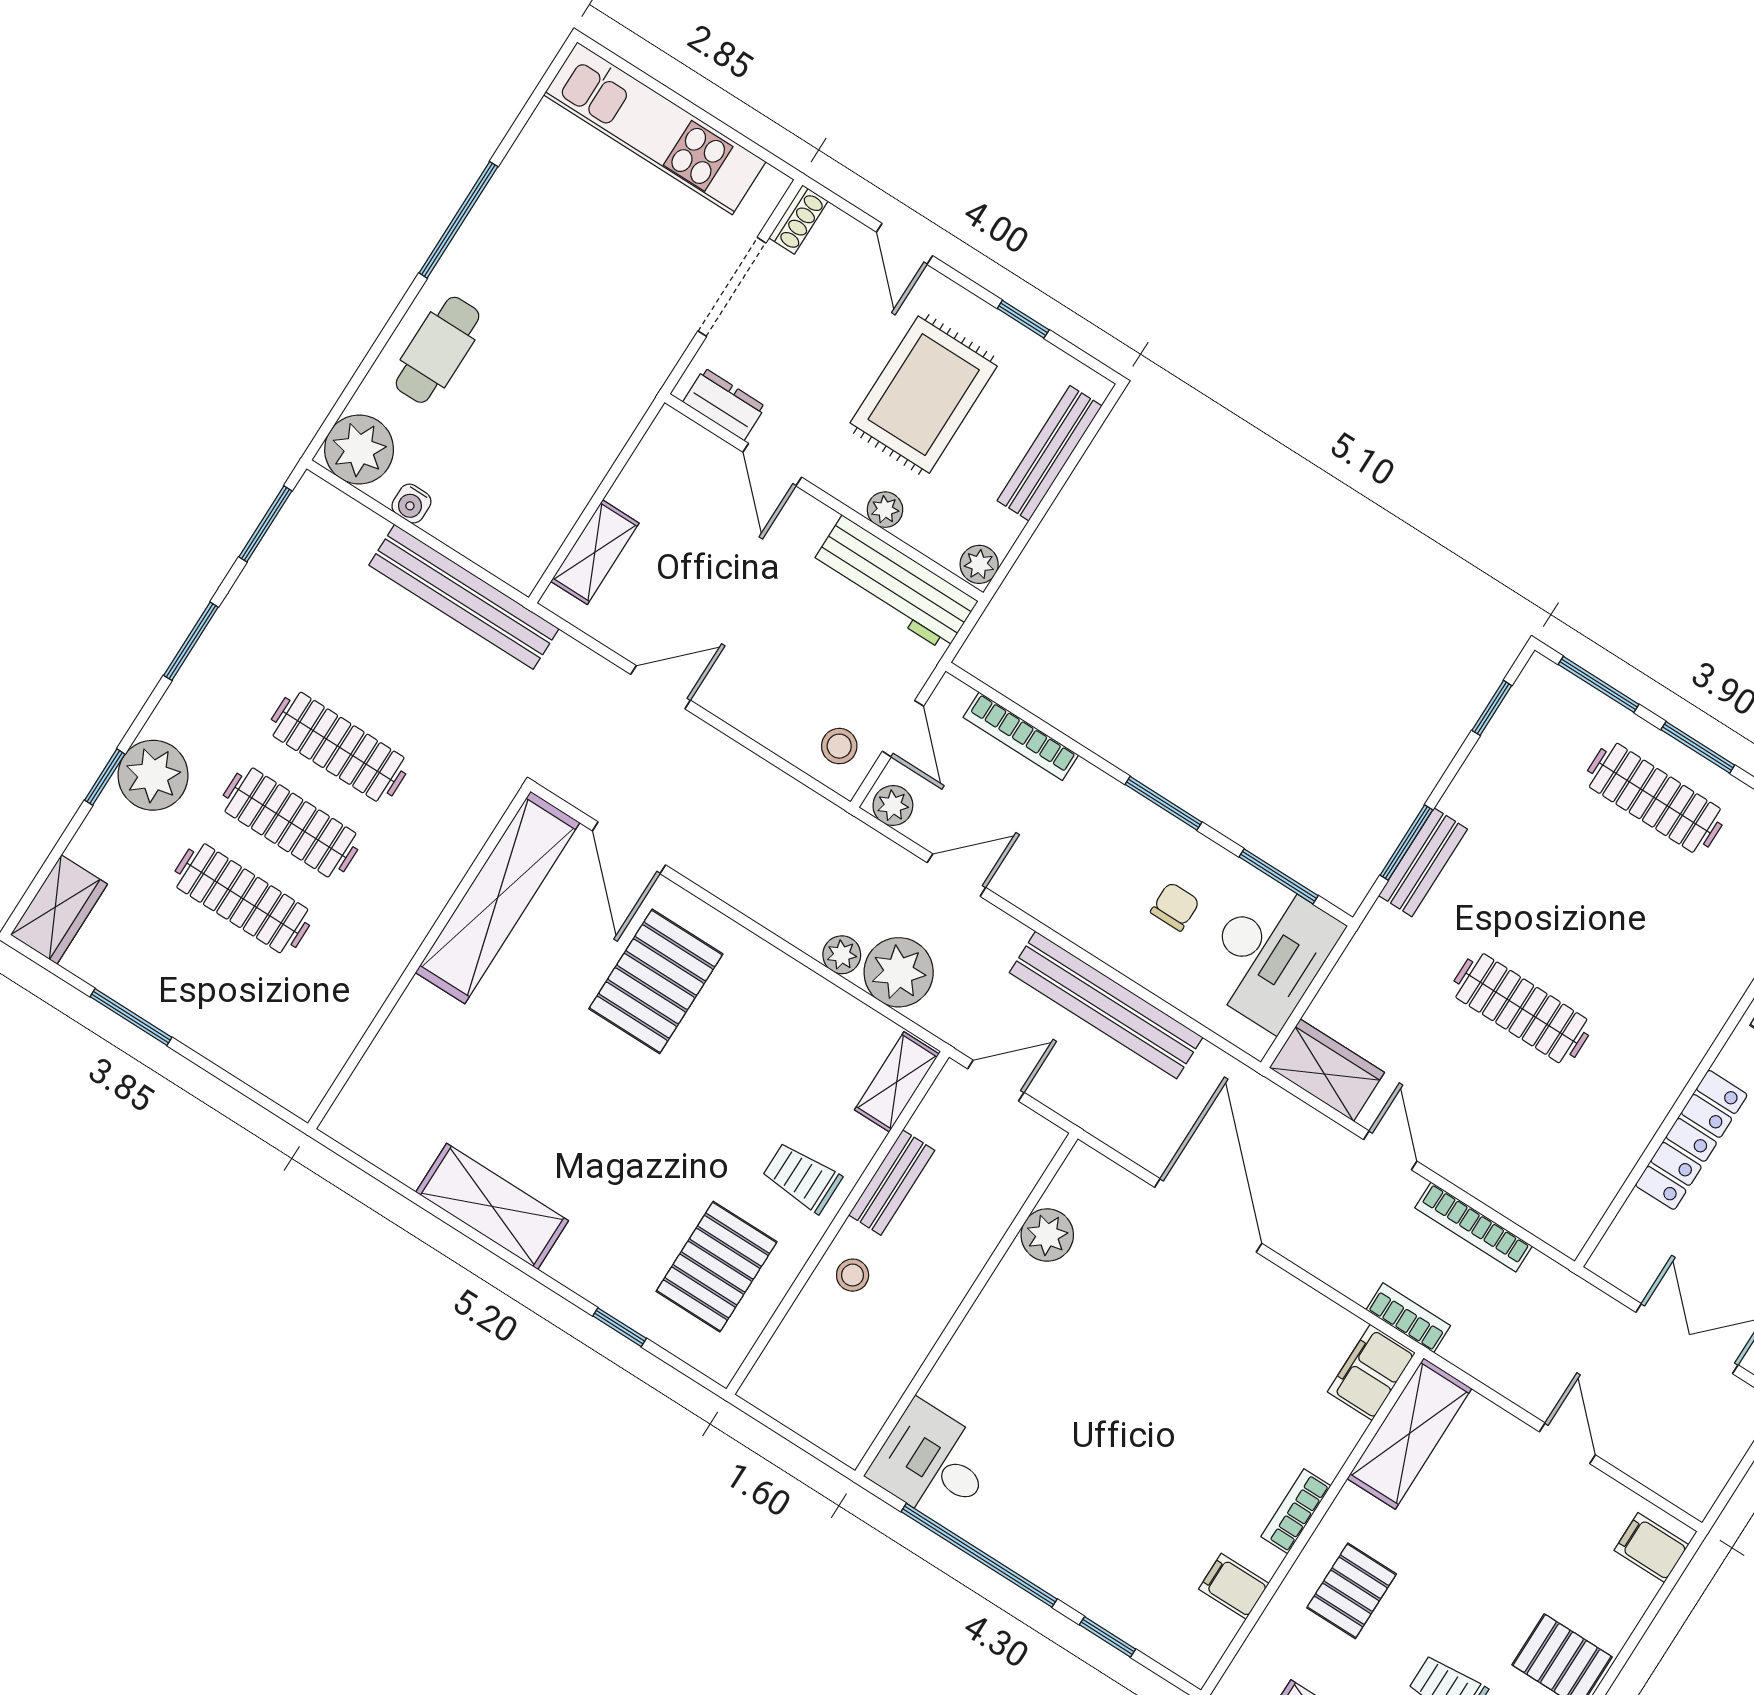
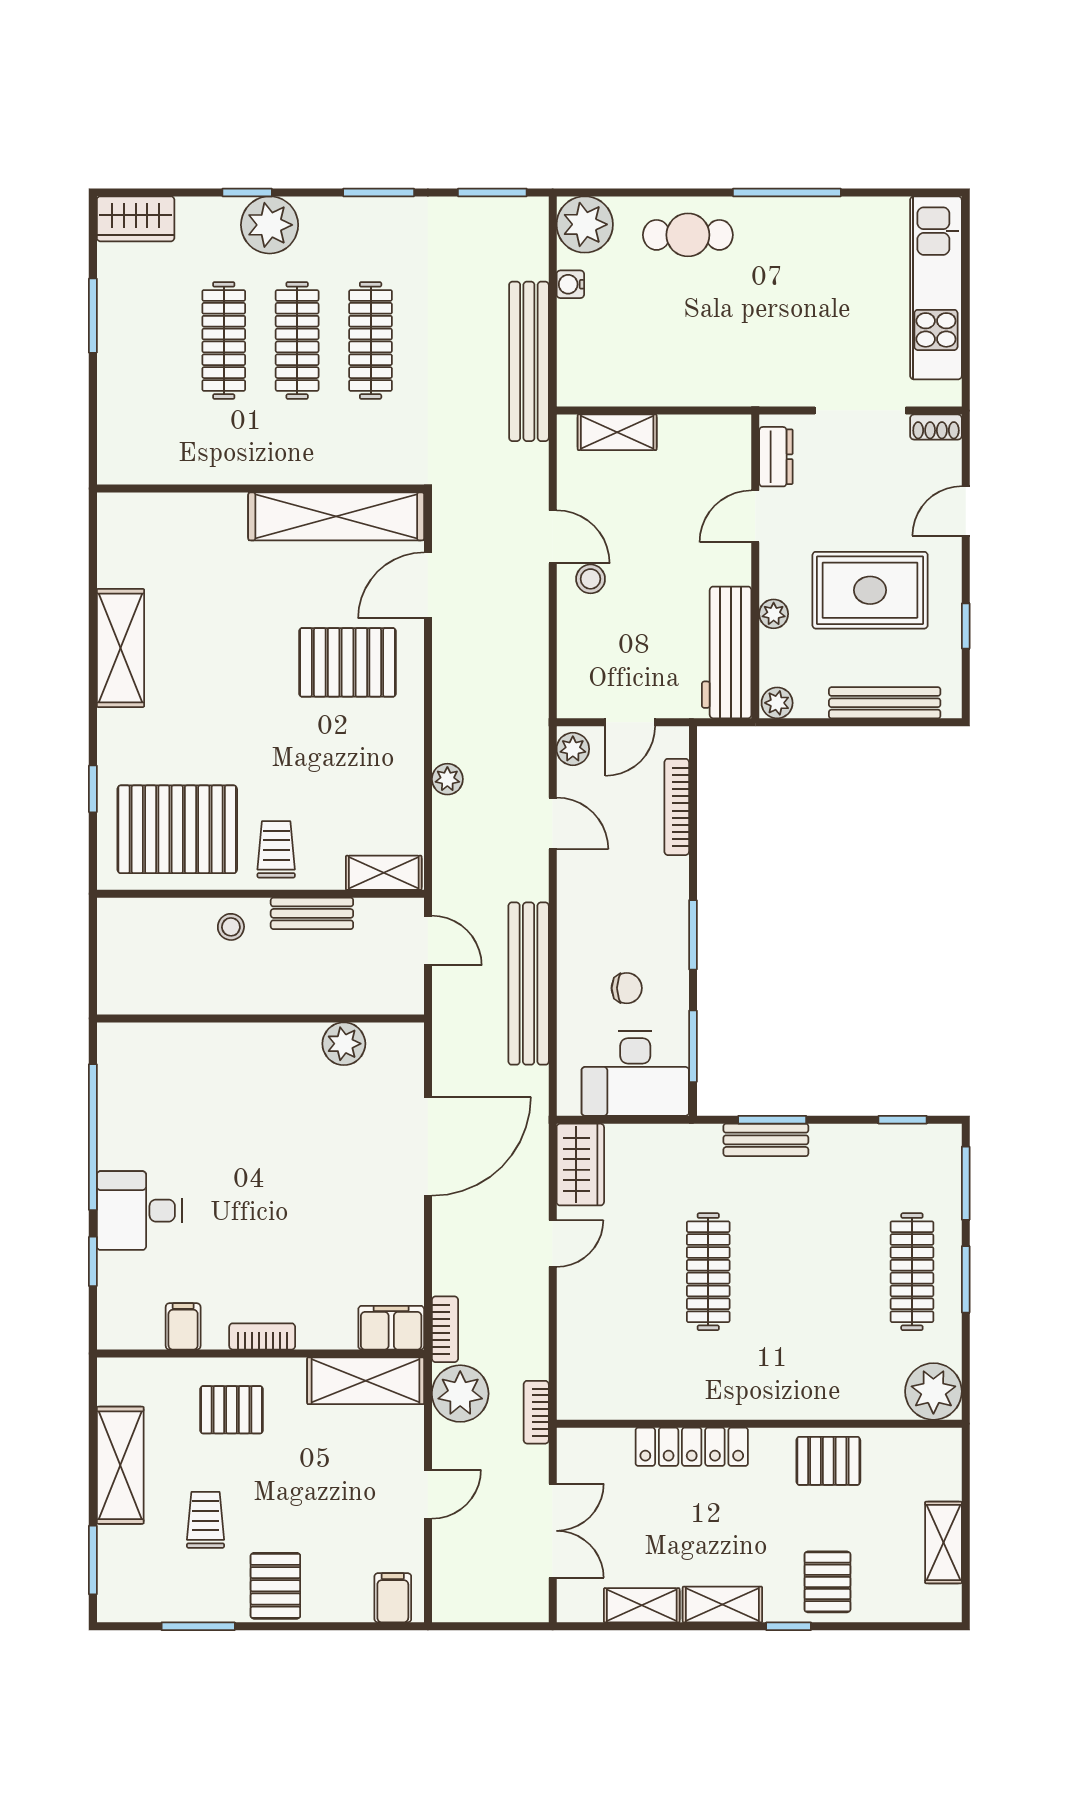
stool: (839, 746) -> (591, 579), moved
plant: (899, 972) -> (460, 1394), moved
bookcase: (1473, 1227) -> (536, 1412), moved, width x0.64
pallet: (717, 1267) -> (177, 829), width x1.37, depth x1.41
desk: (933, 1463) -> (139, 1211), moved, turned -90

